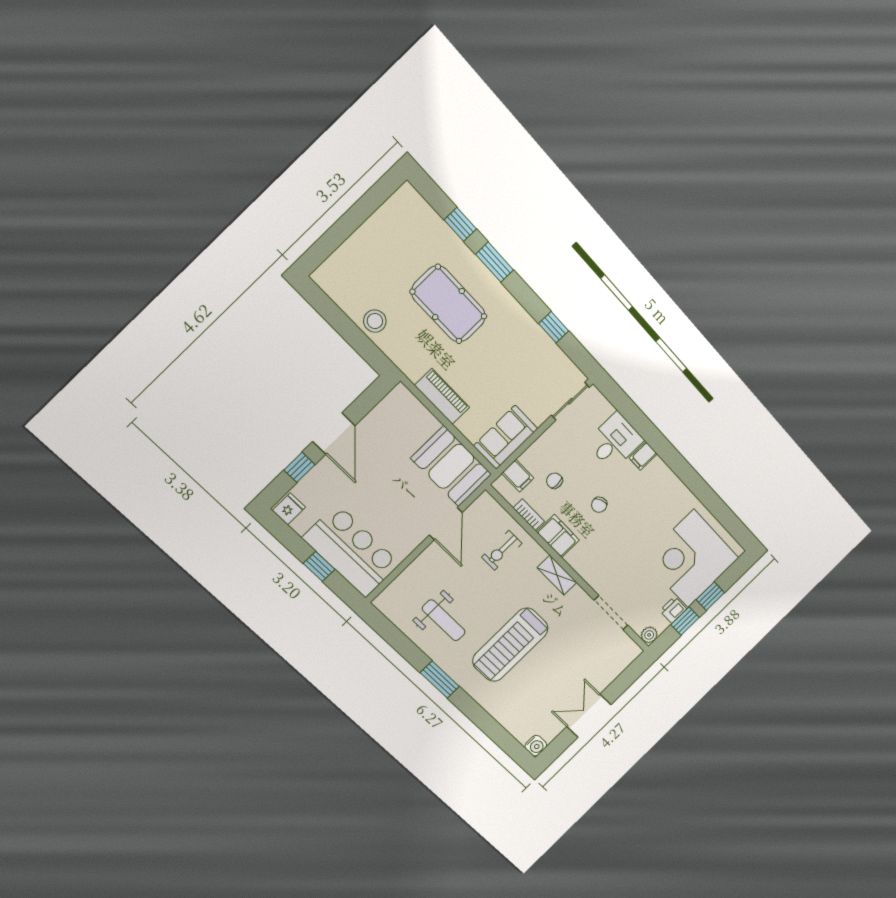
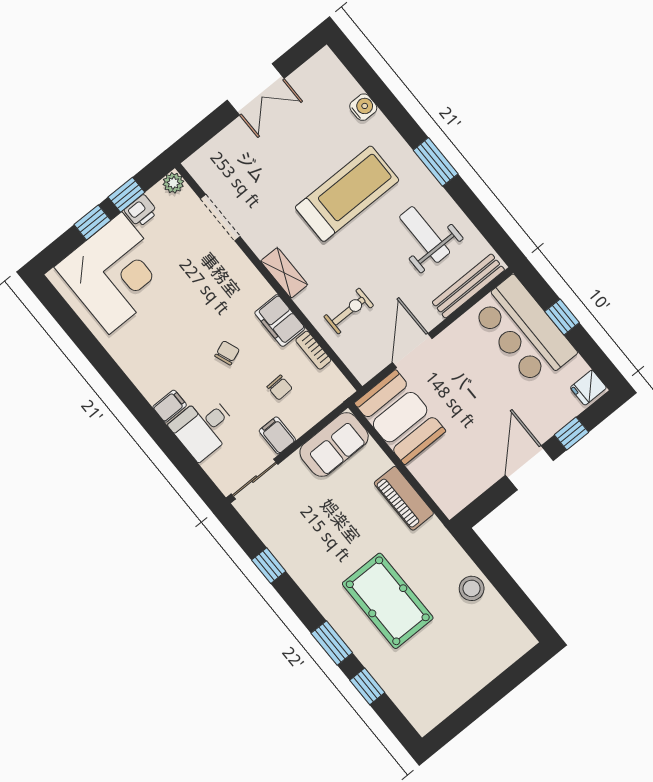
filing cabinet: (518, 476) -> (277, 435), moved
bench: (403, 583) -> (468, 286), added
water cooler: (536, 746) -> (363, 107), moved, turned 90

